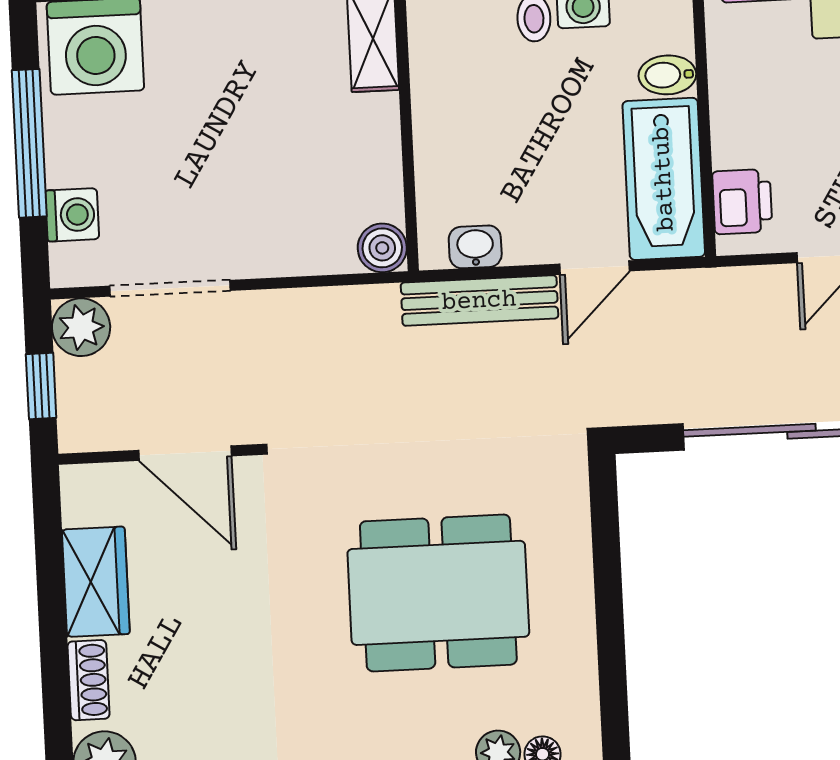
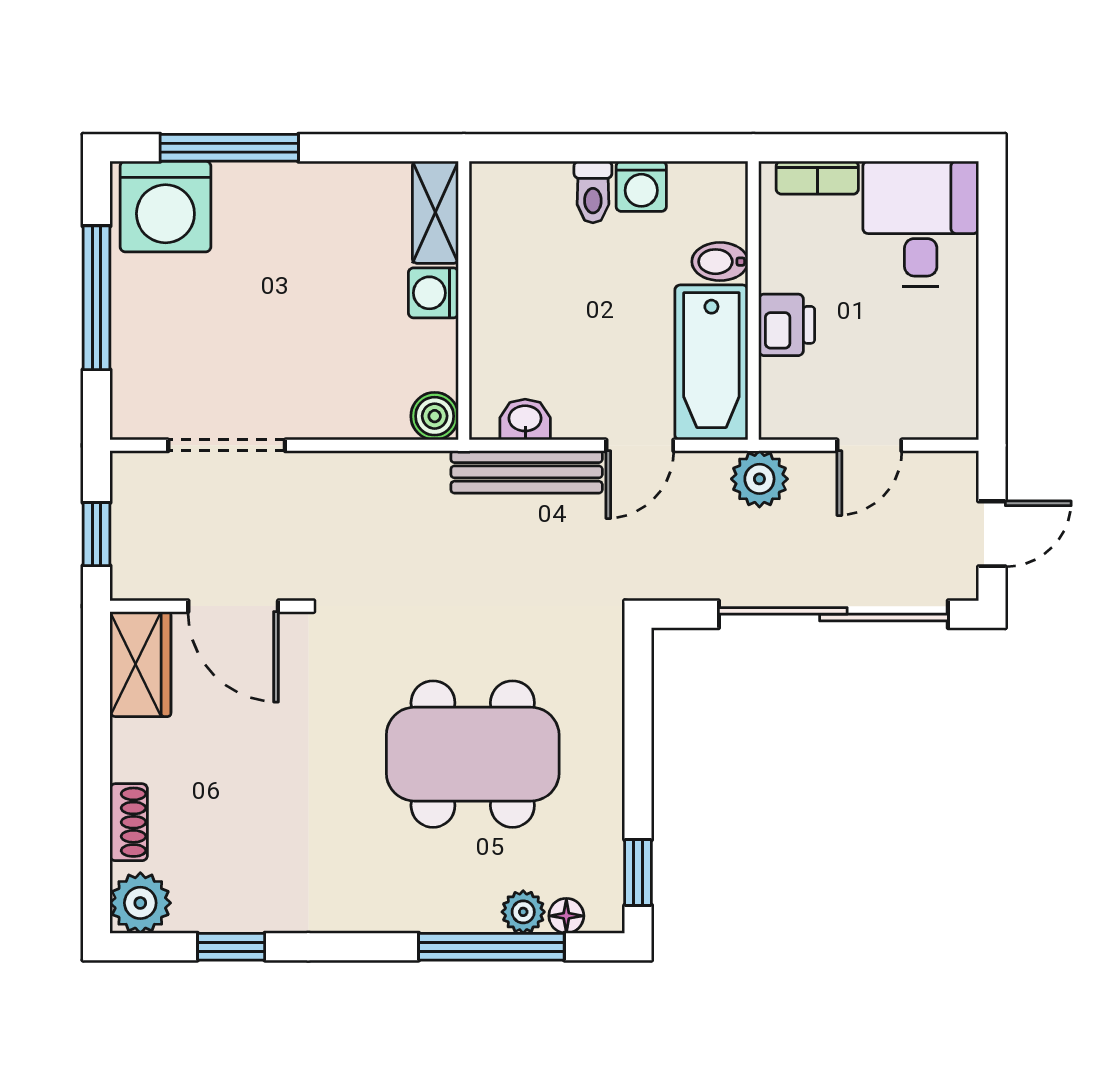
printer: (742, 202) -> (787, 325), moved
washing machine: (72, 215) -> (433, 293), moved, turned 180
plant: (81, 327) -> (759, 479), moved
wardrobe: (96, 582) -> (140, 664), moved
window: (614, 706) -> (638, 873), added

